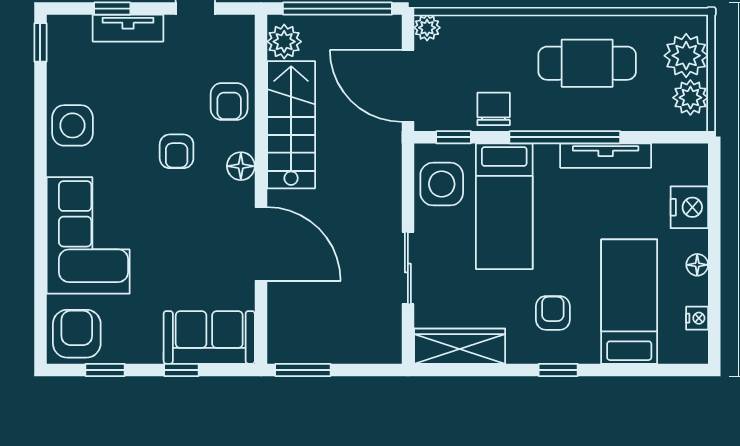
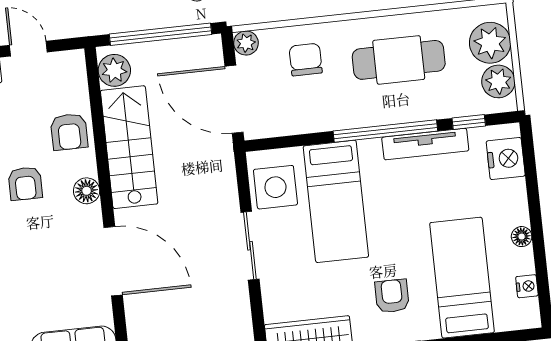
chair: (494, 109) -> (306, 60), moved
window: (454, 137) -> (469, 122), moved
nightstand: (689, 207) -> (506, 159), moved
sliding door: (408, 268) -> (250, 246), moved

